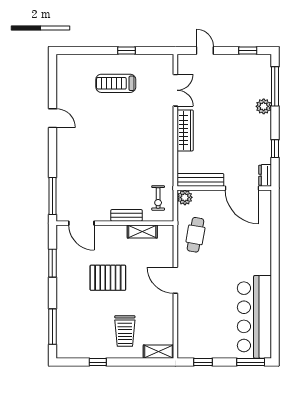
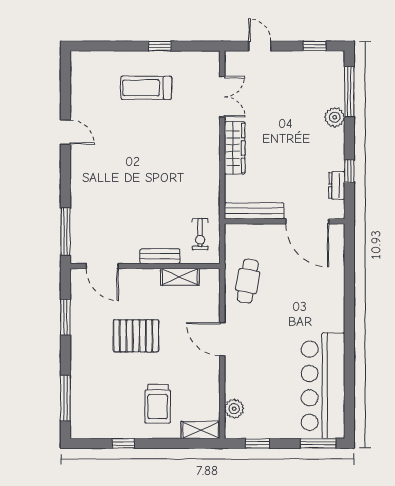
dresser: (265, 175) -> (337, 185), moved
plant: (185, 197) -> (234, 409), moved

